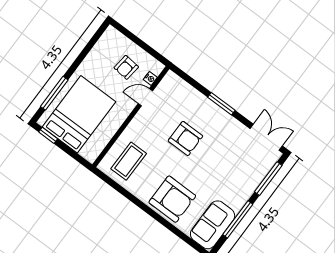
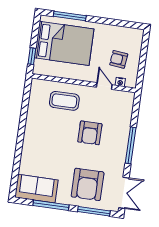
window: (221, 104) -> (131, 145), width x1.44
window: (48, 135) -> (32, 56), moved
coffee table: (129, 161) -> (64, 101), moved
armchair: (172, 199) -> (88, 184), moved

